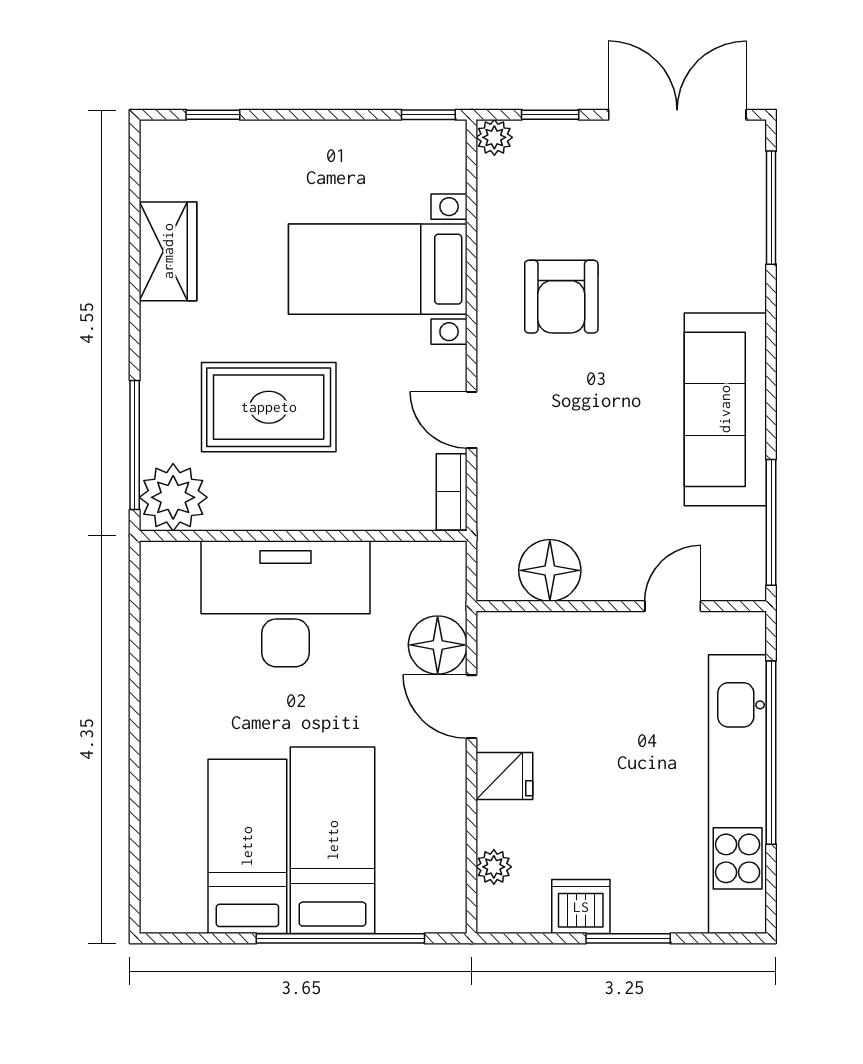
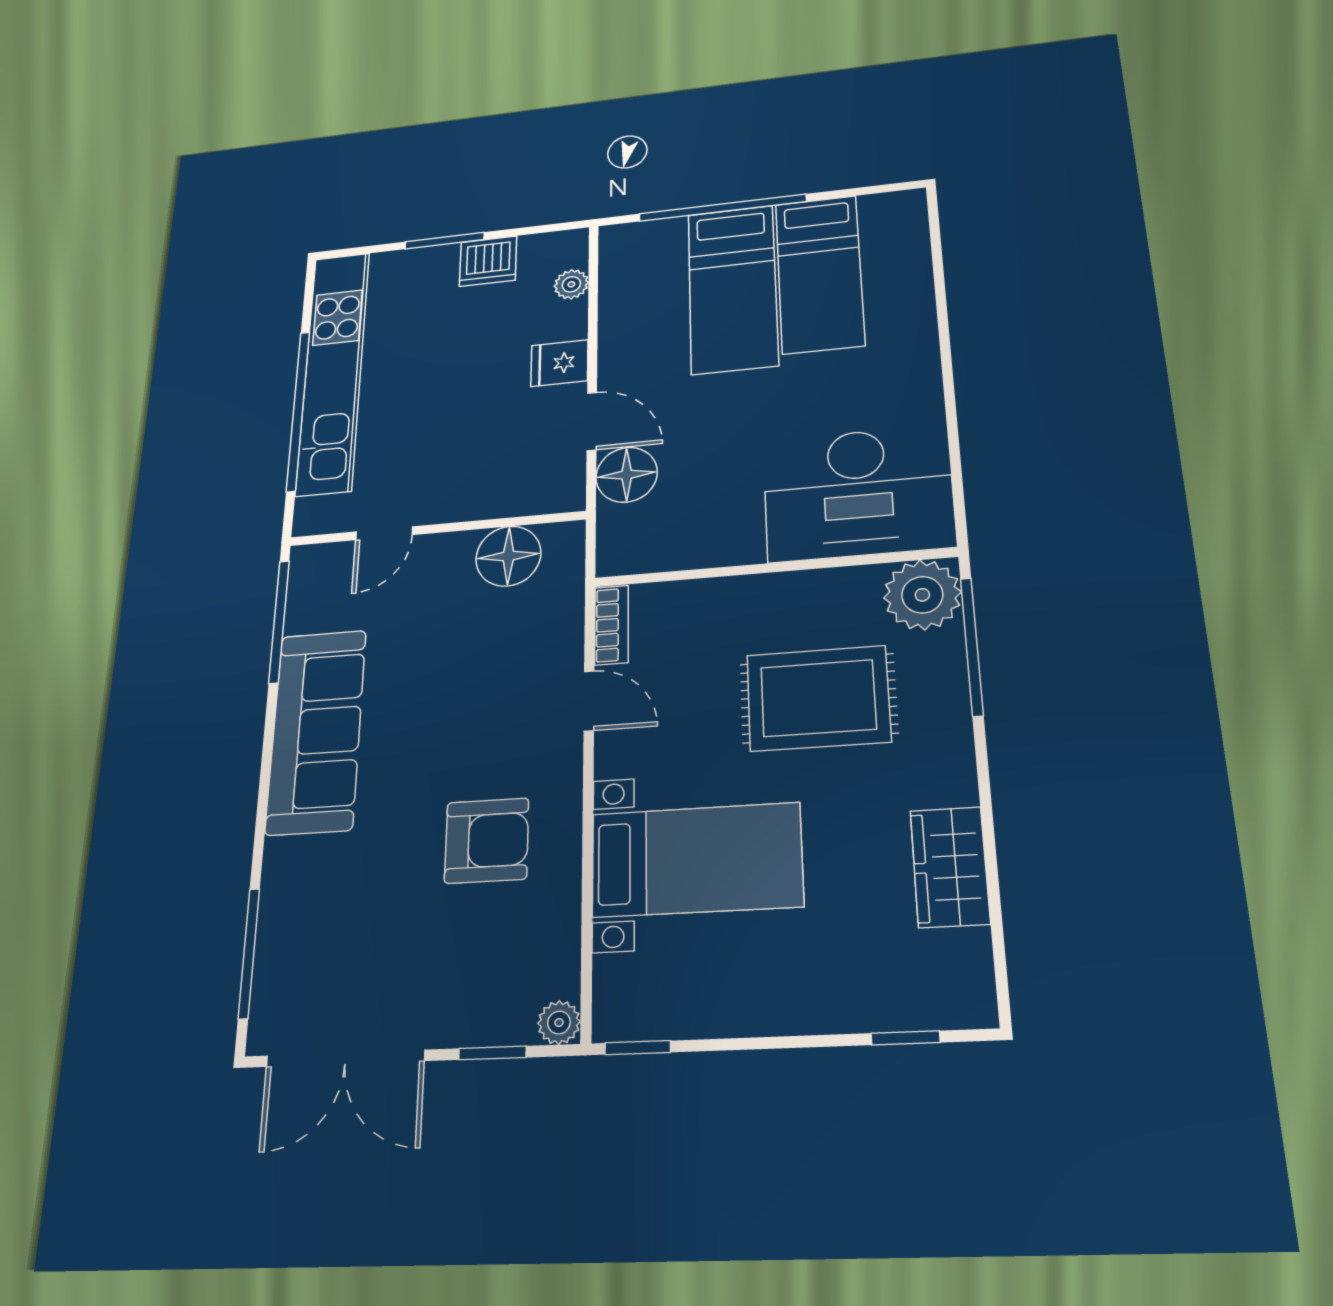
armchair: (561, 297) -> (487, 841), turned 90
desk: (286, 604) -> (858, 493), moved

